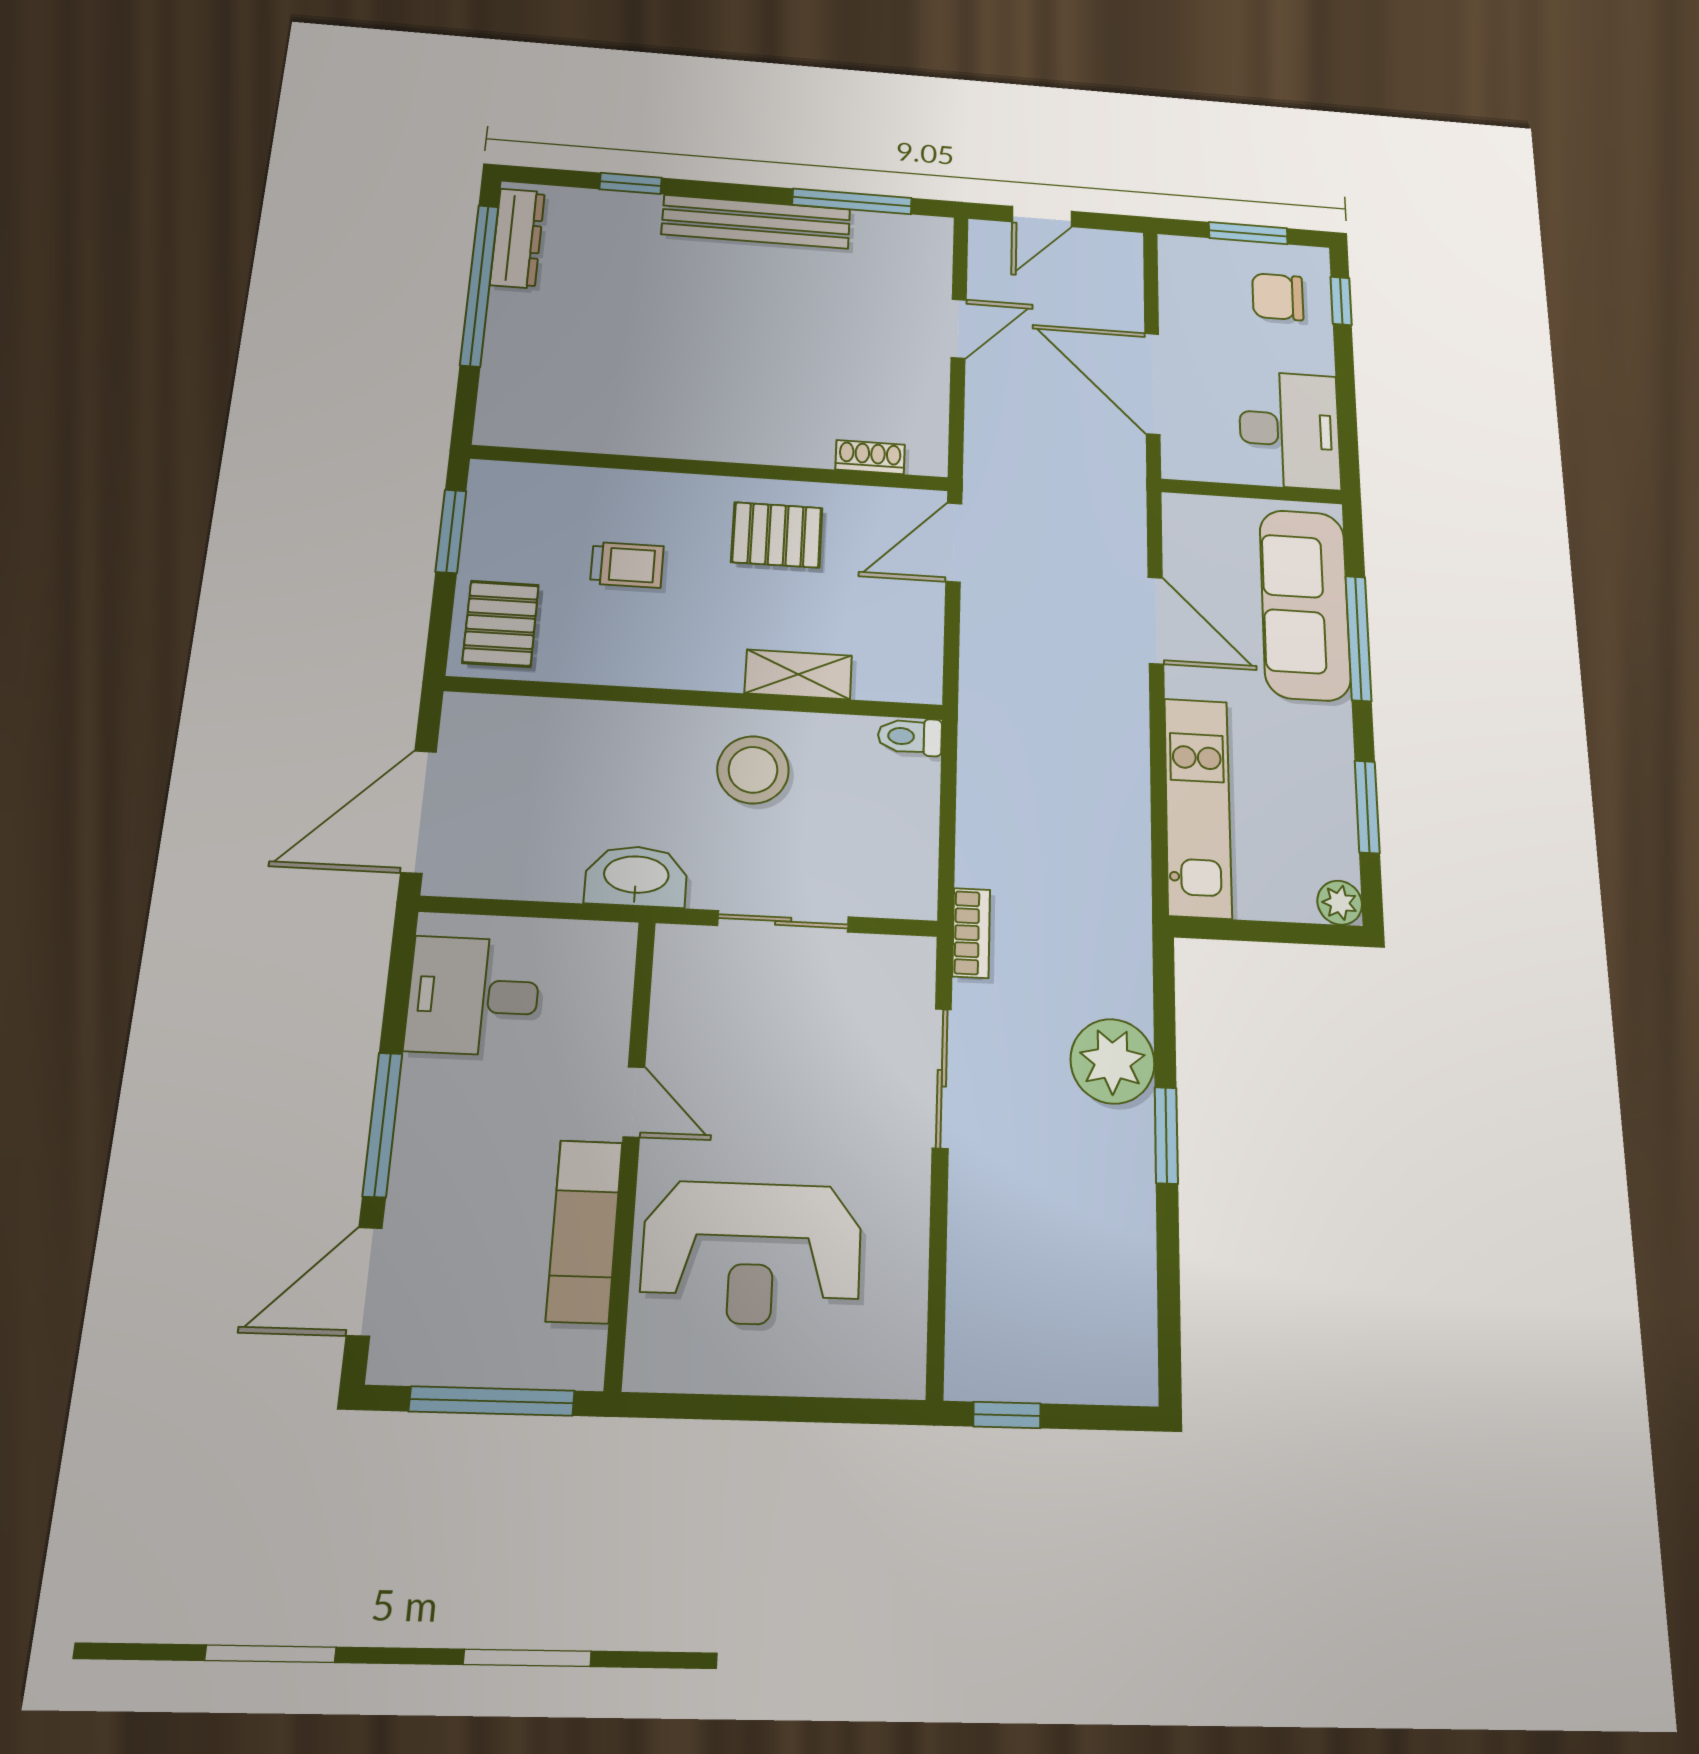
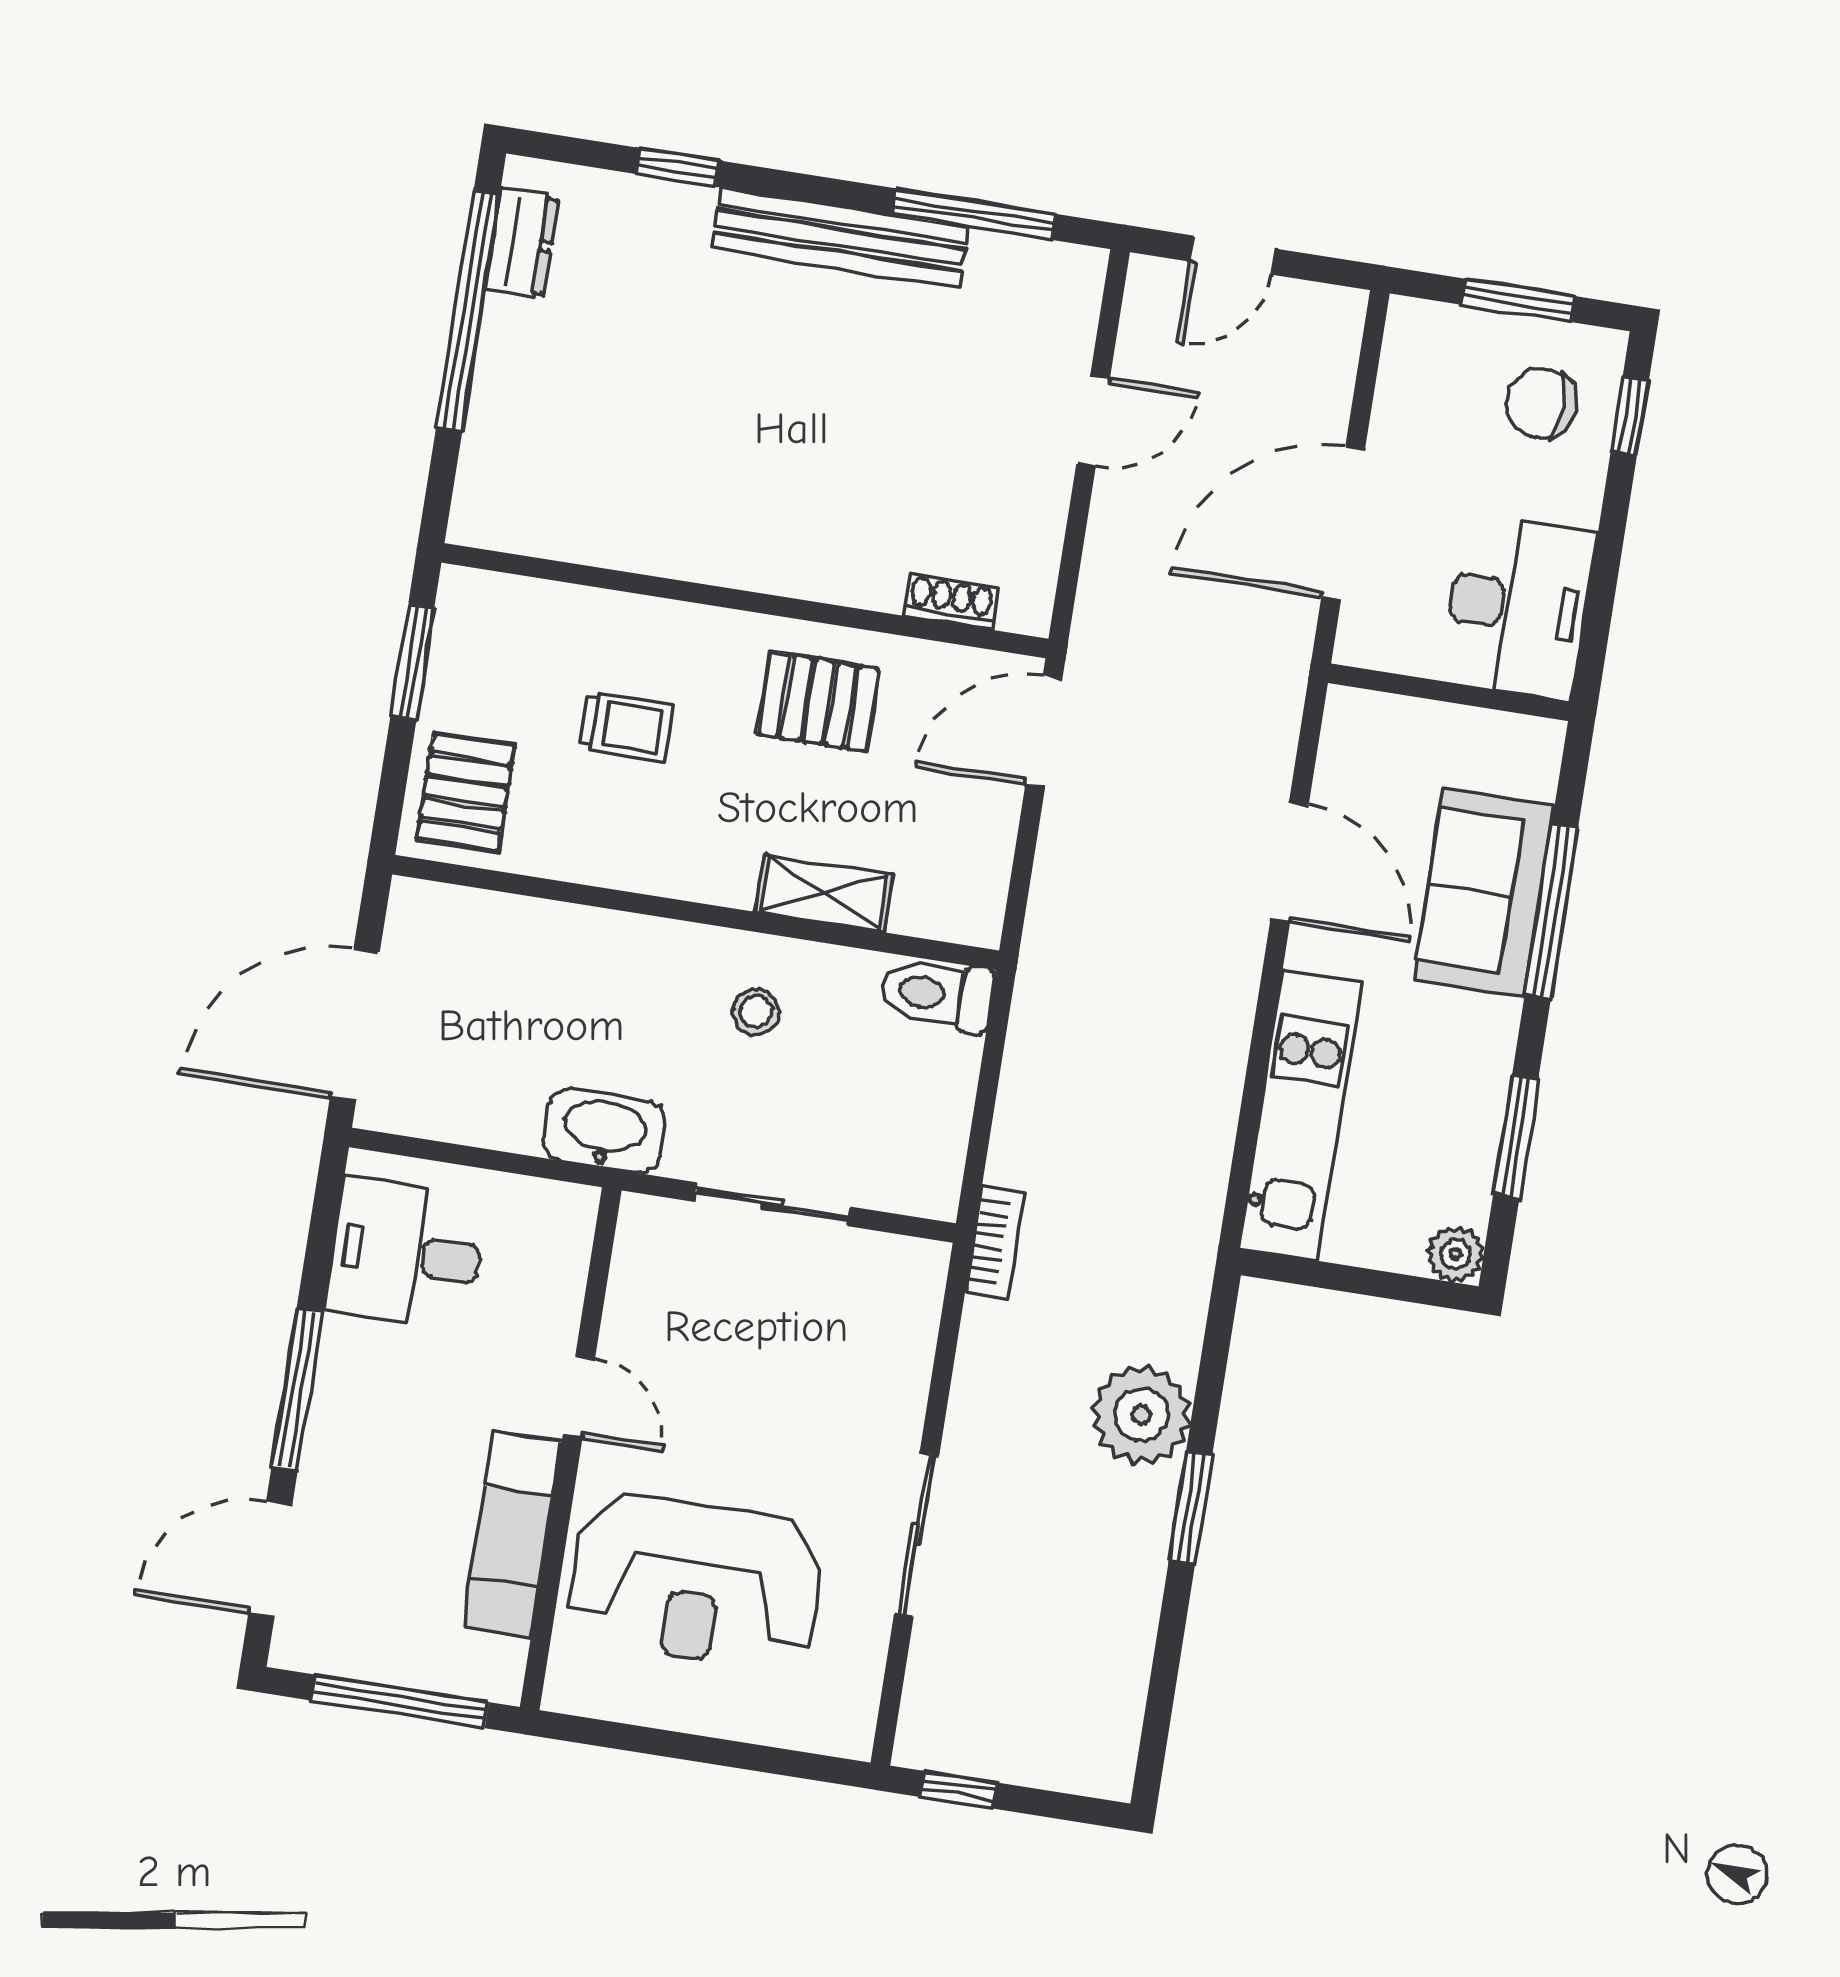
dresser: (517, 238) -> (522, 243), width x0.70
door: (1152, 384) -> (1343, 523), hinge flipped
sofa: (1305, 604) -> (1484, 892), width x0.73
toilet: (910, 737) -> (937, 994), width x1.37, depth x1.39
stool: (753, 770) -> (756, 1012), width x0.53, depth x0.53
sliding door: (942, 1078) -> (917, 1535), moved

